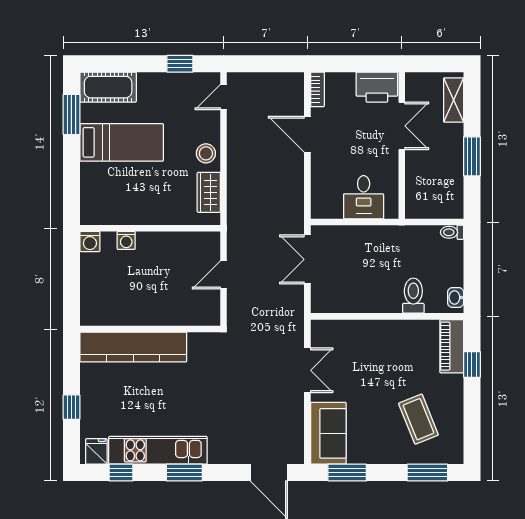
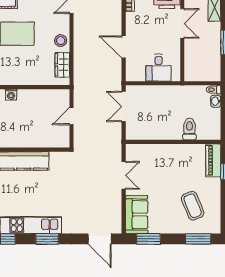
door: (307, 134) -> (124, 47), moved
washbasin: (456, 297) -> (216, 101), moved

